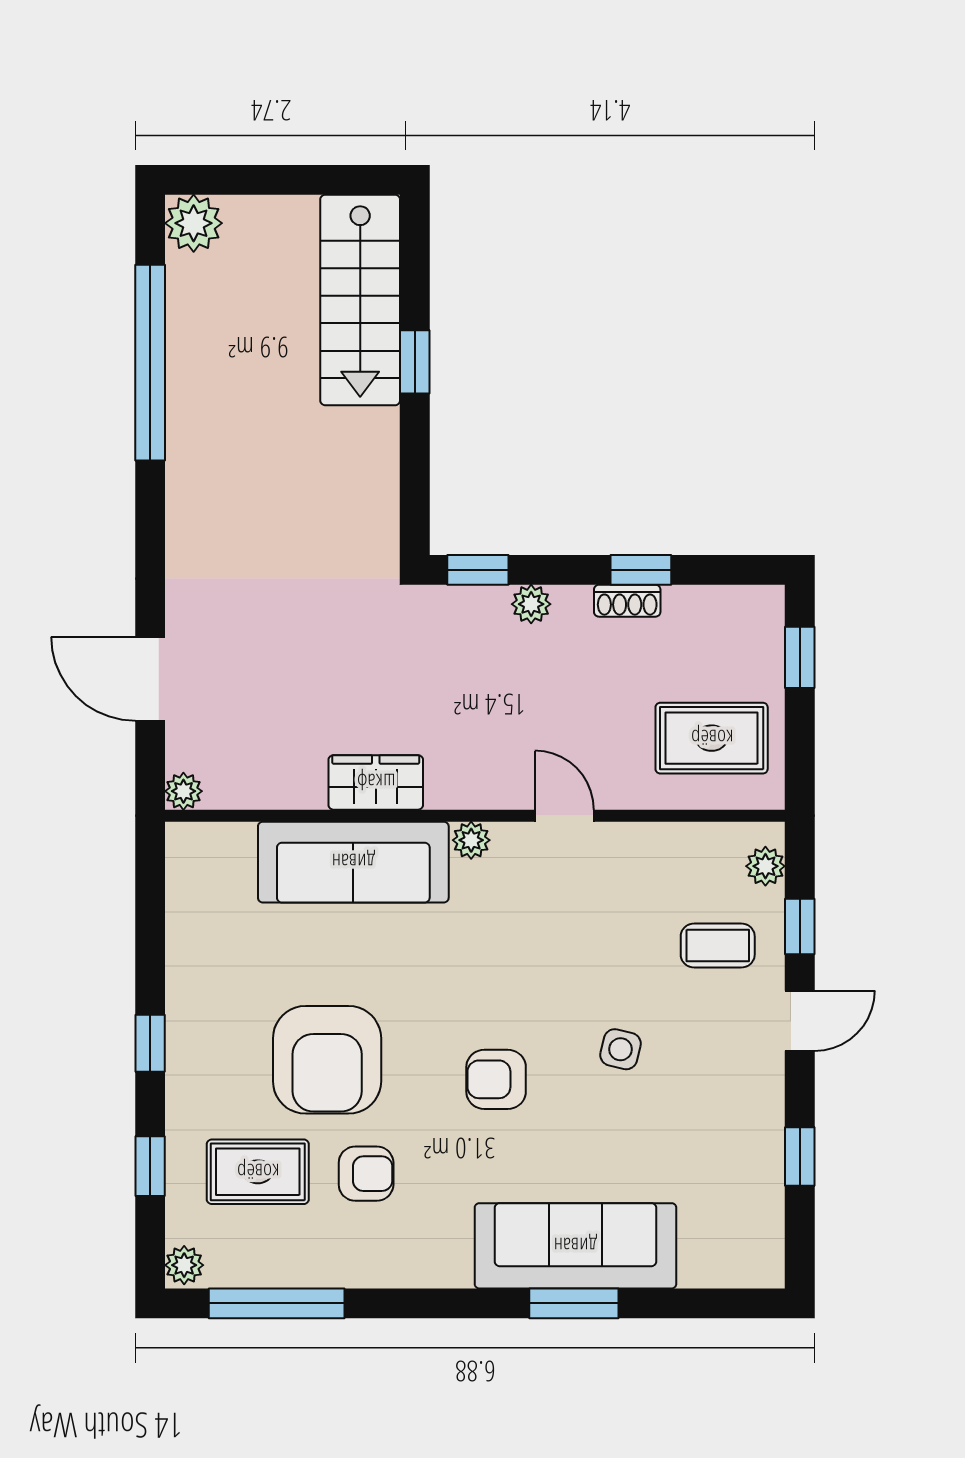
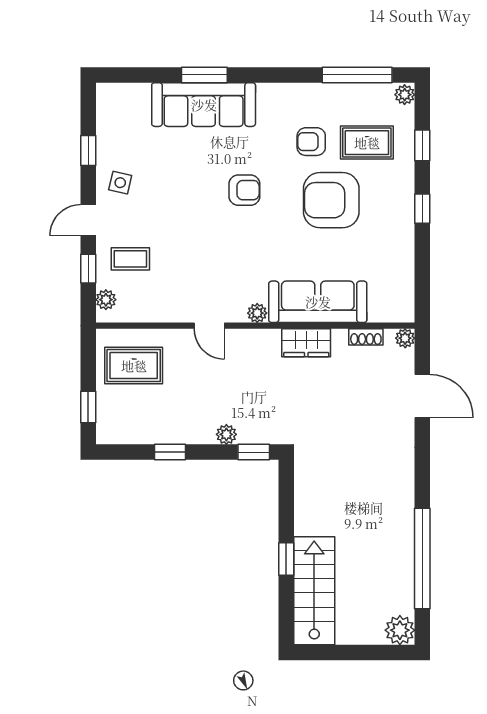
shoe rack: (627, 601) -> (366, 337), moved, turned 180
side table: (621, 1049) -> (120, 183), moved
armchair: (327, 1060) -> (331, 200), turned -90

